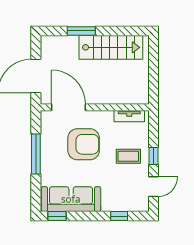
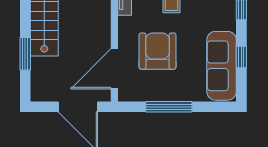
window: (57, 216) -> (241, 57), moved

